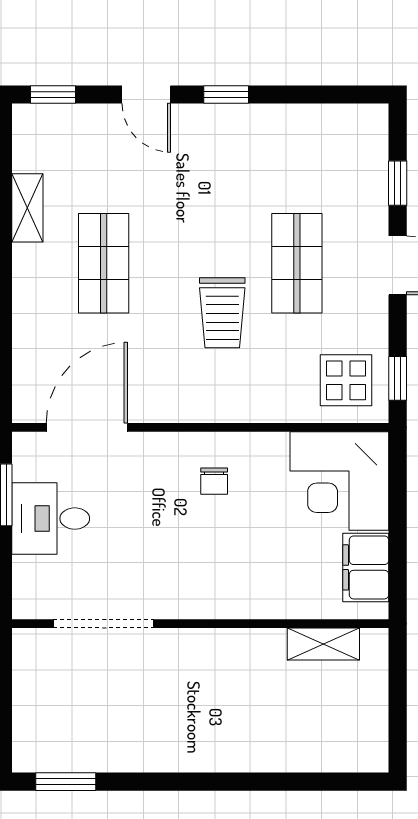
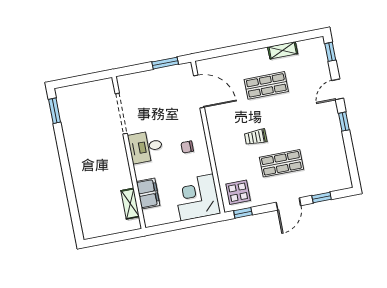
trolley: (222, 313) -> (256, 137), width x0.73, depth x0.72
desk: (51, 519) -> (146, 147), moved, turned -90
filing cabinet: (366, 567) -> (148, 193), moved, turned 90

